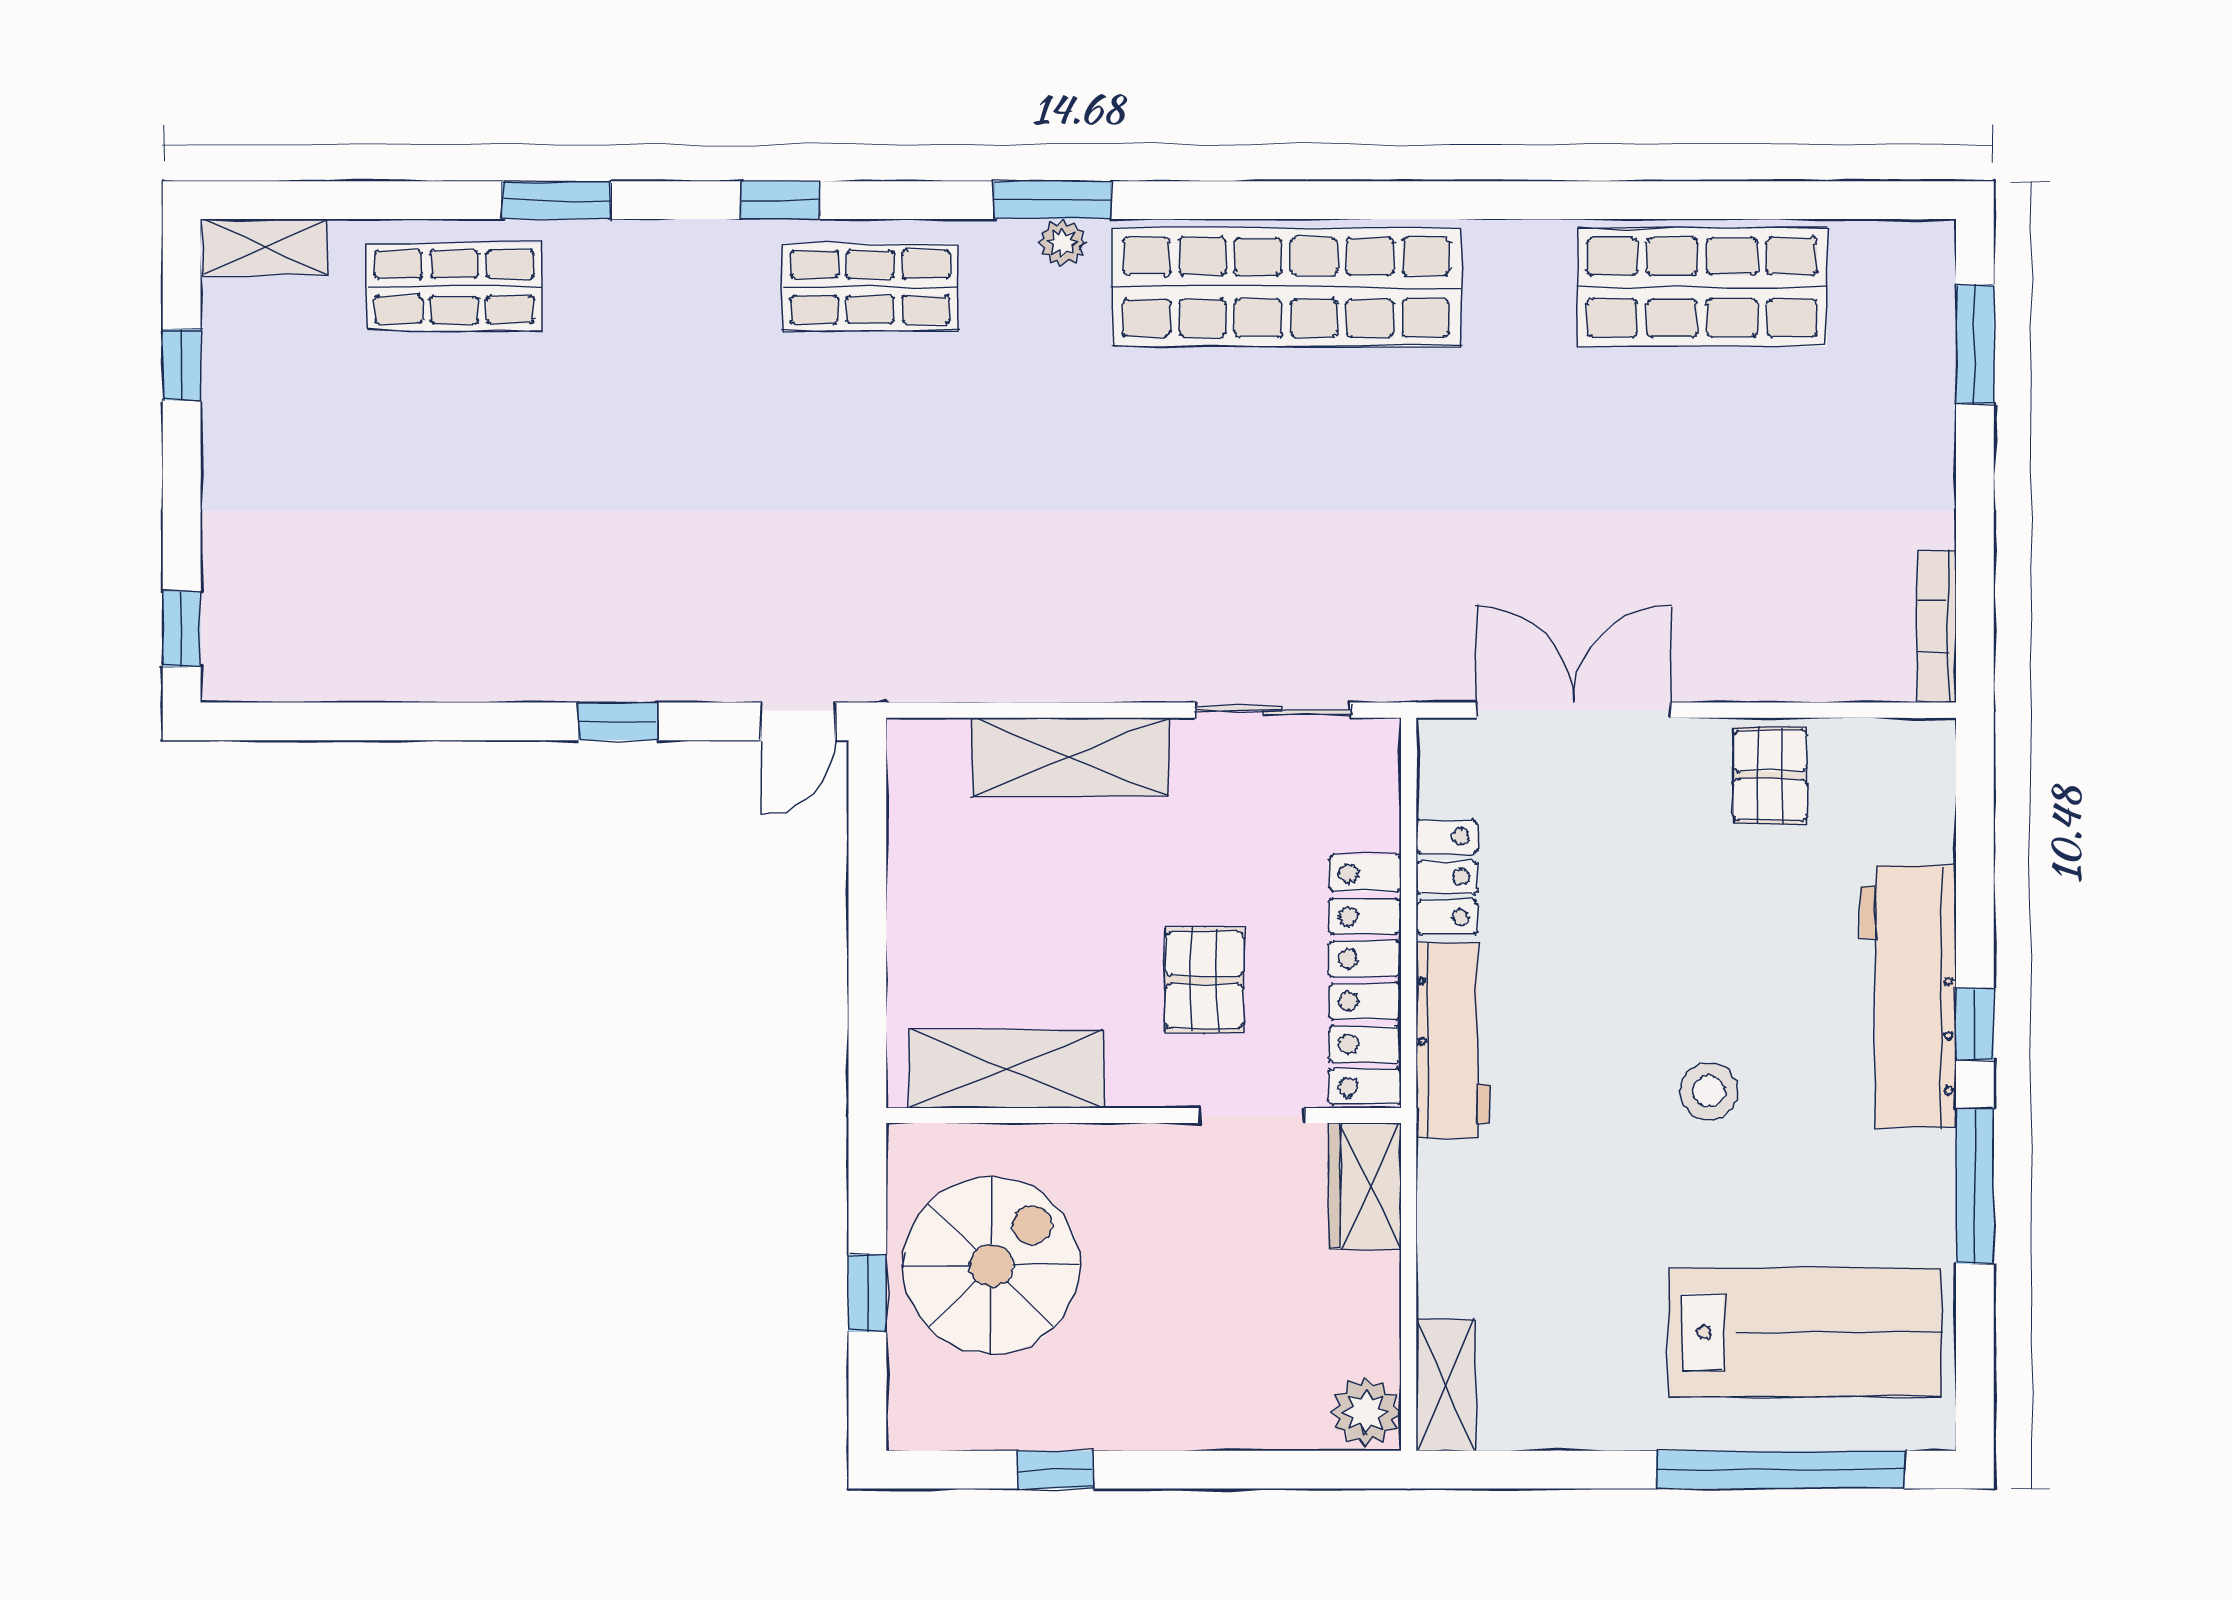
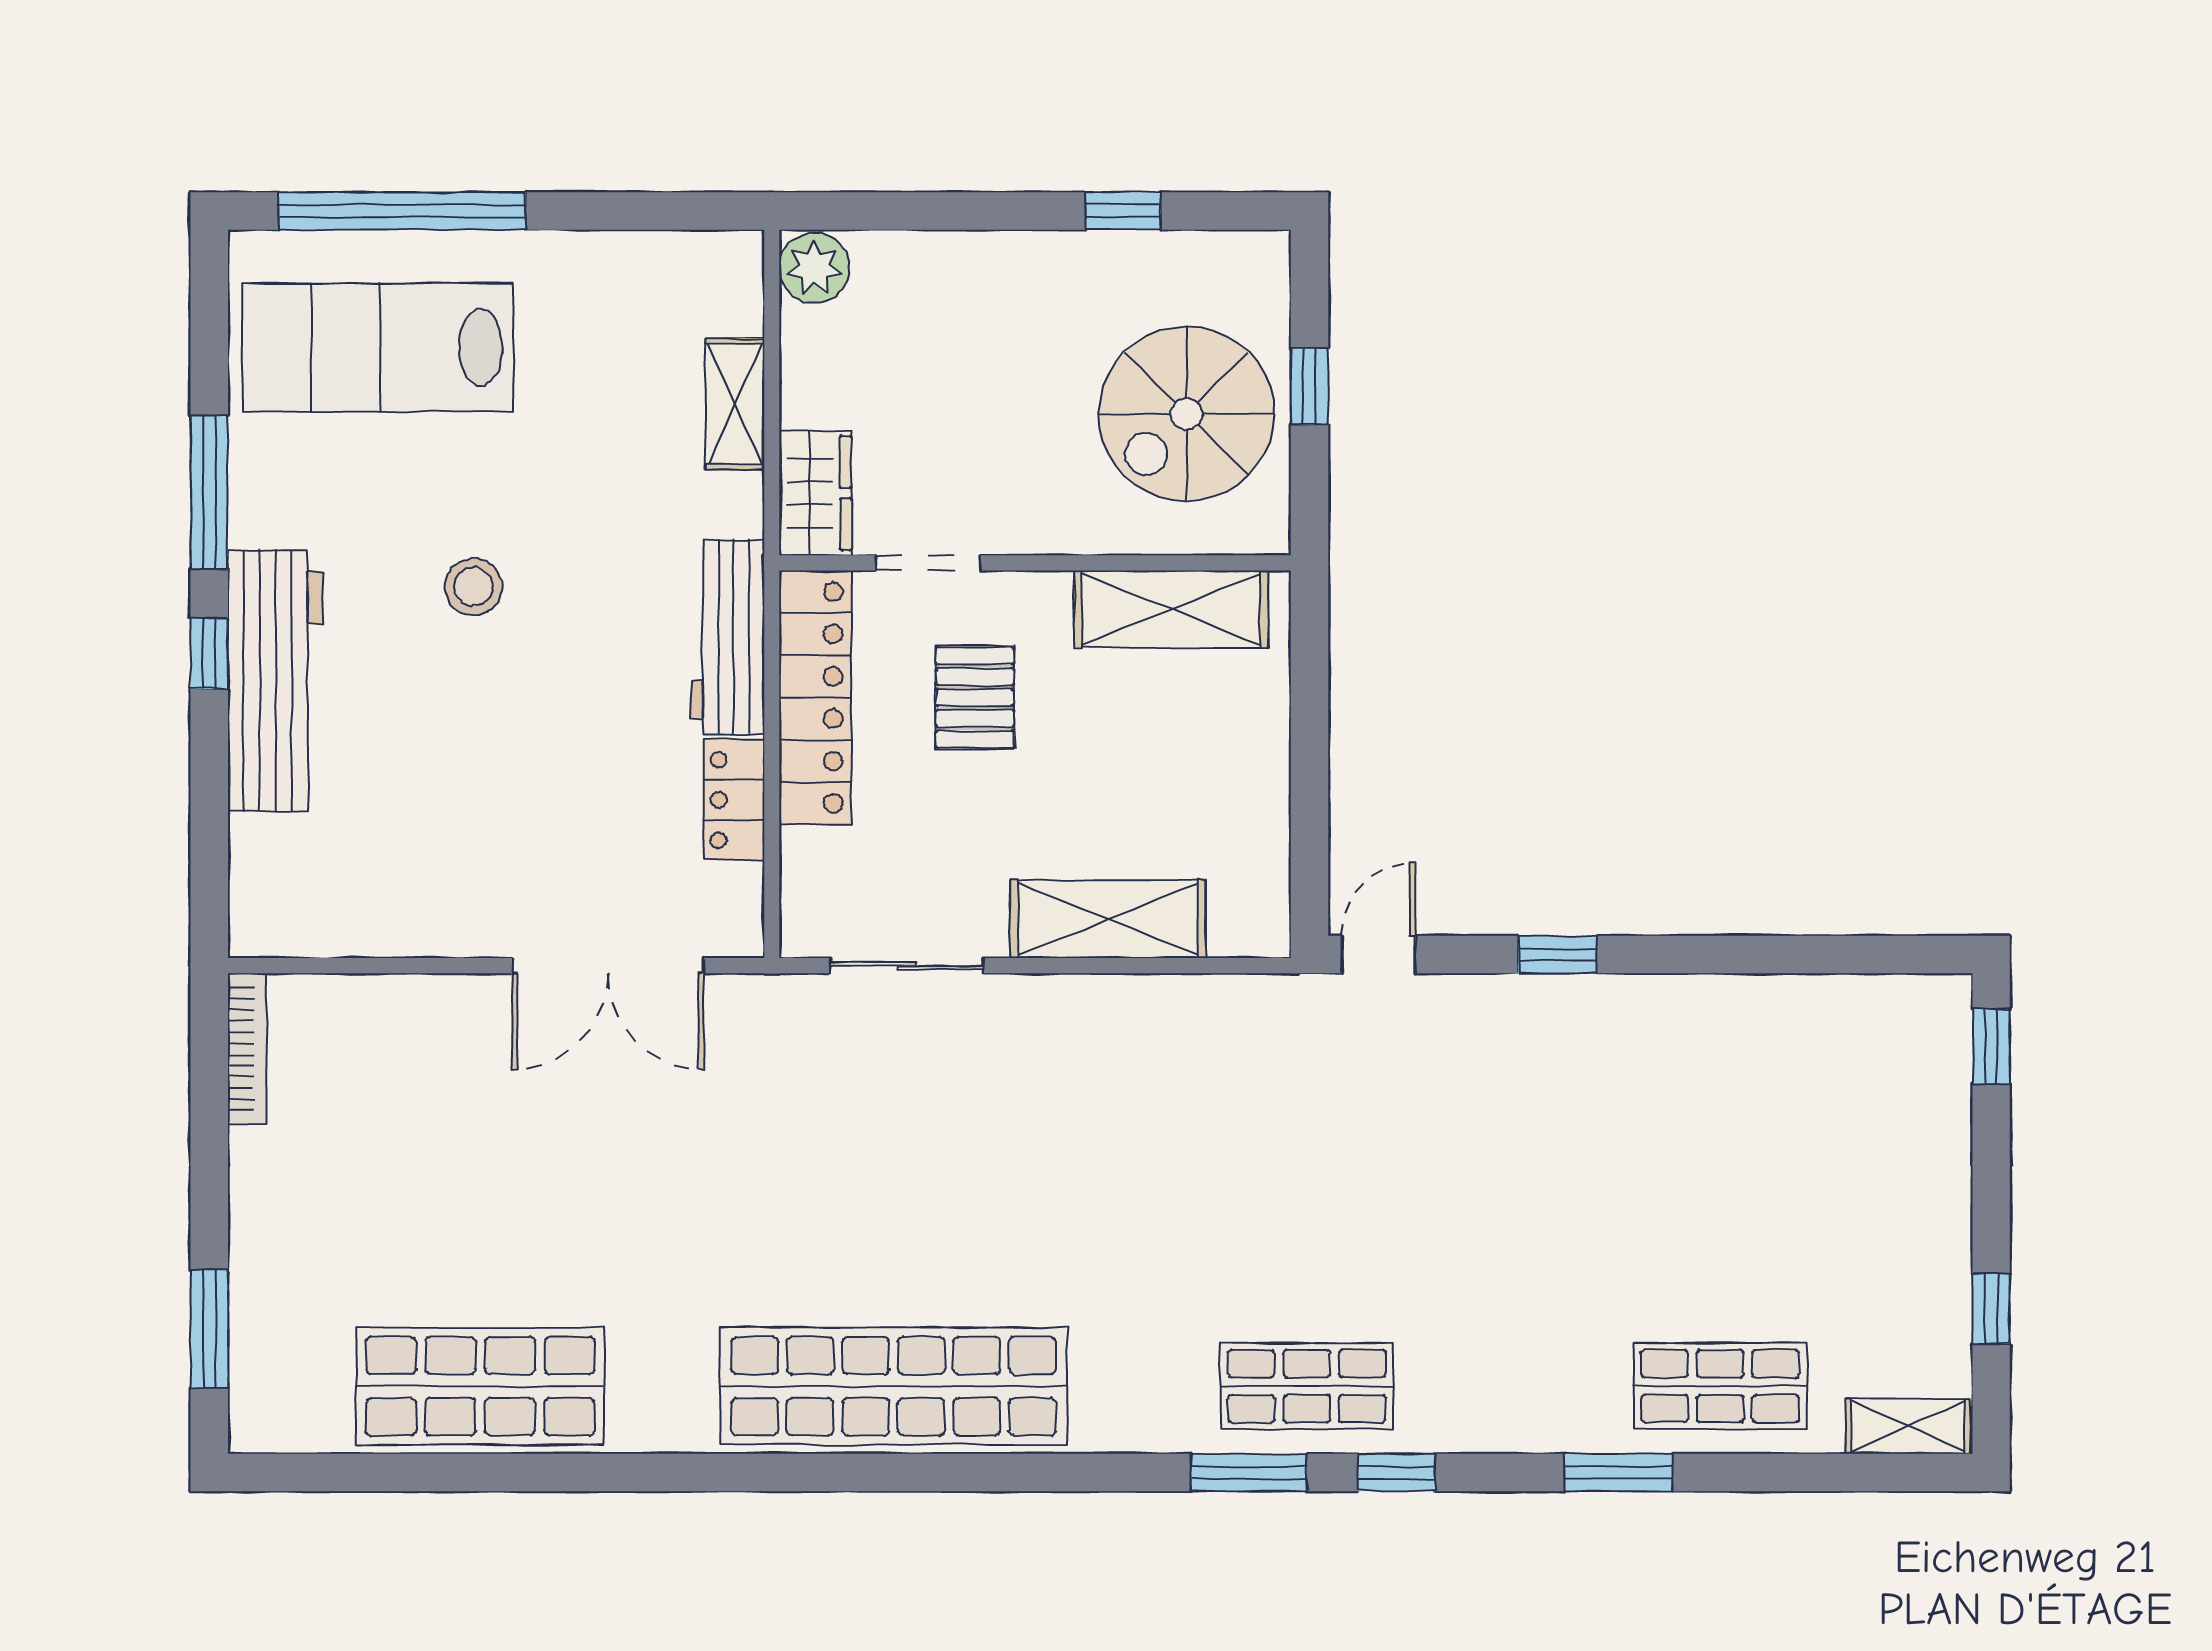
window: (1053, 200) -> (1249, 1472), moved
plant: (1062, 243) -> (1116, 1430), removed
pallet: (1770, 775) -> (412, 901), removed
shelving: (1446, 1385) -> (735, 404), moved

